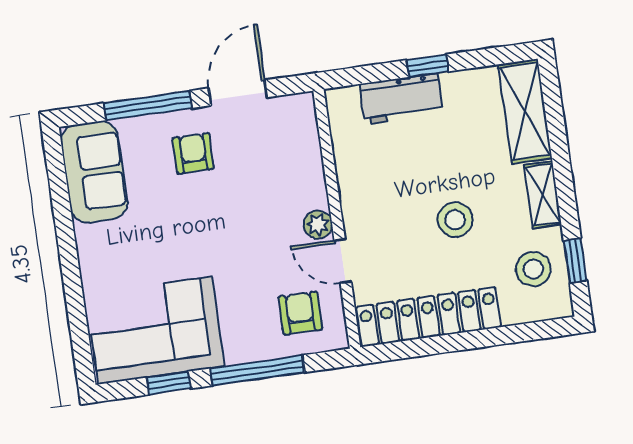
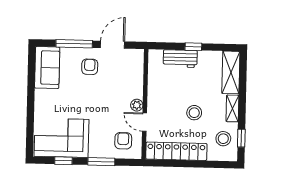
window: (257, 370) -> (101, 162), width x0.69

